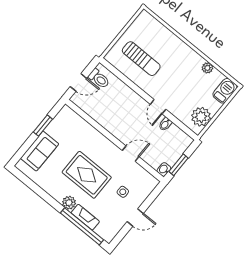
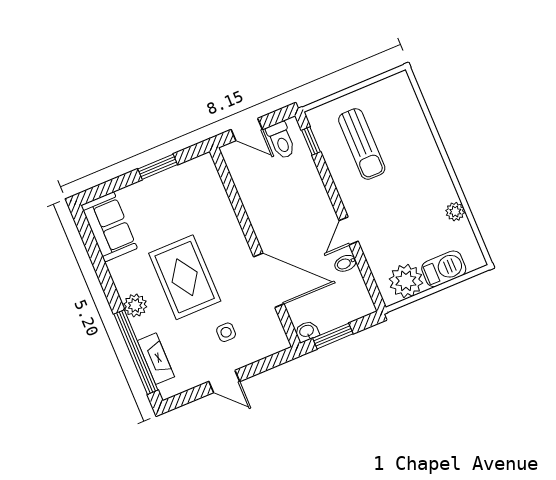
window: (114, 71) -> (311, 141), added
barbecue: (225, 91) -> (444, 269), moved
sofa: (40, 151) -> (109, 227), moved, turned -90
door: (131, 154) -> (269, 280), width x1.87
fireplace: (85, 217) -> (156, 359), moved

